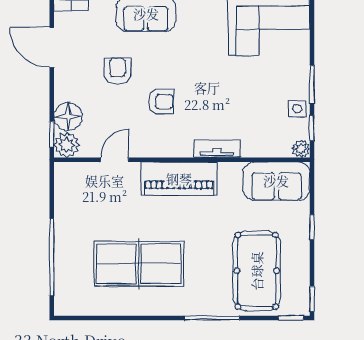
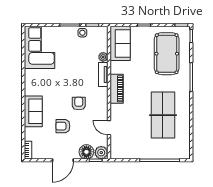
door: (52, 48) -> (63, 160), moved
plant: (301, 149) -> (103, 57), moved
piano: (179, 179) -> (117, 89), width x0.73, depth x0.75
pool table: (257, 271) -> (167, 54), turned 90

